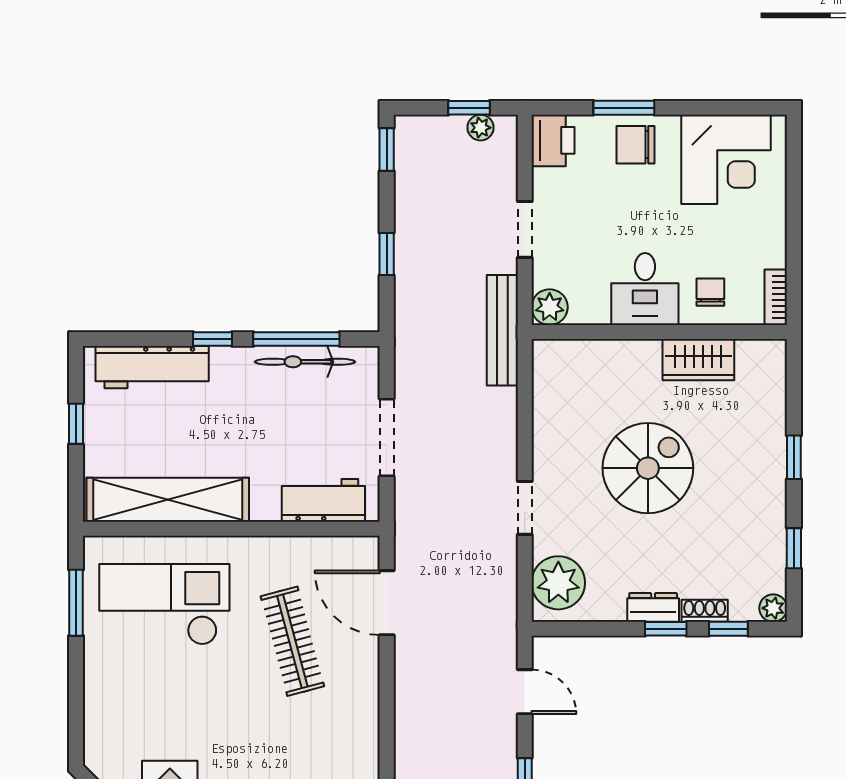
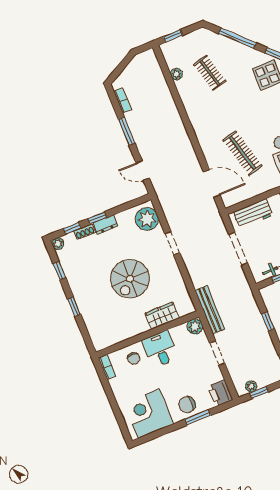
chair: (635, 145) -> (187, 405), turned 180
wardrobe: (698, 360) -> (162, 316), moved

